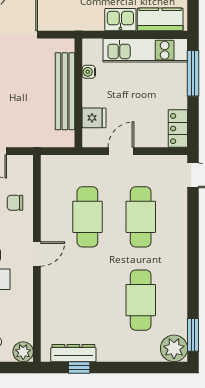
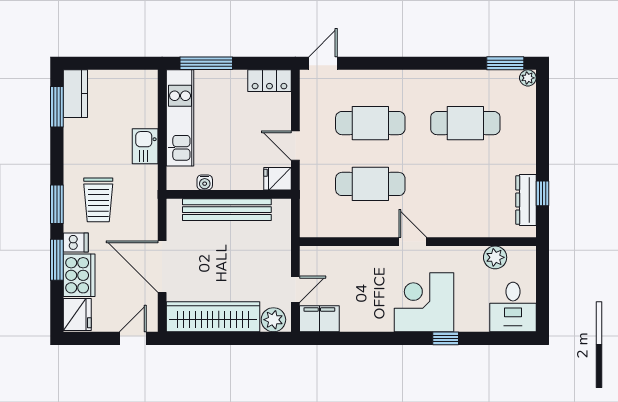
kitchen counter: (160, 19) -> (145, 101), removed
fridge: (94, 118) -> (278, 179), moved, turned -90
chair: (15, 203) -> (354, 267), removed
plant: (174, 348) -> (528, 78), width x0.53, depth x0.53
plant: (23, 352) -> (495, 257), moved

